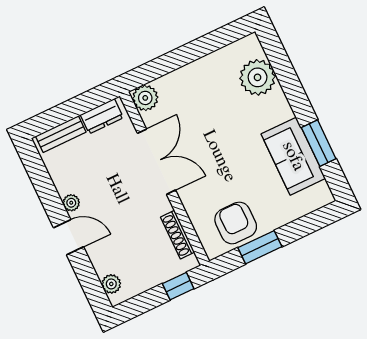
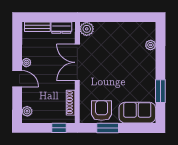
plant: (258, 77) -> (151, 45), width x0.53, depth x0.53
sofa: (293, 156) -> (137, 113), moved, turned 90
double door: (156, 162) -> (77, 62), swing flipped

